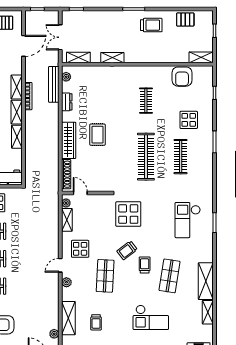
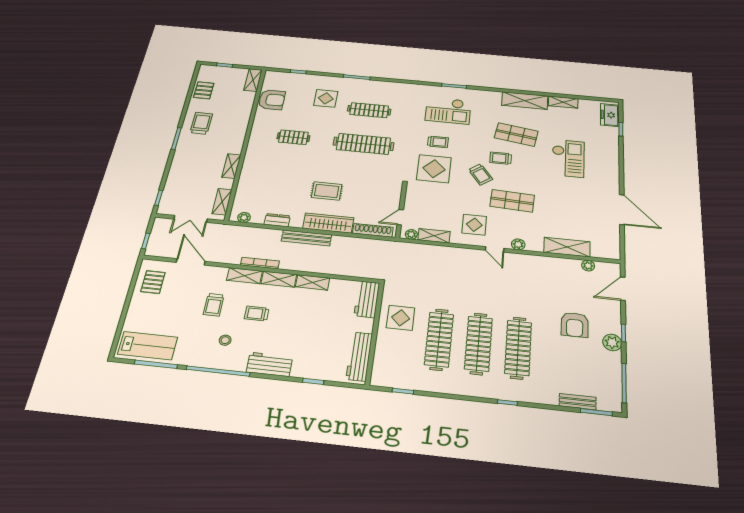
bench: (54, 84) -> (306, 238), moved
trolley: (96, 322) -> (438, 142), moved

